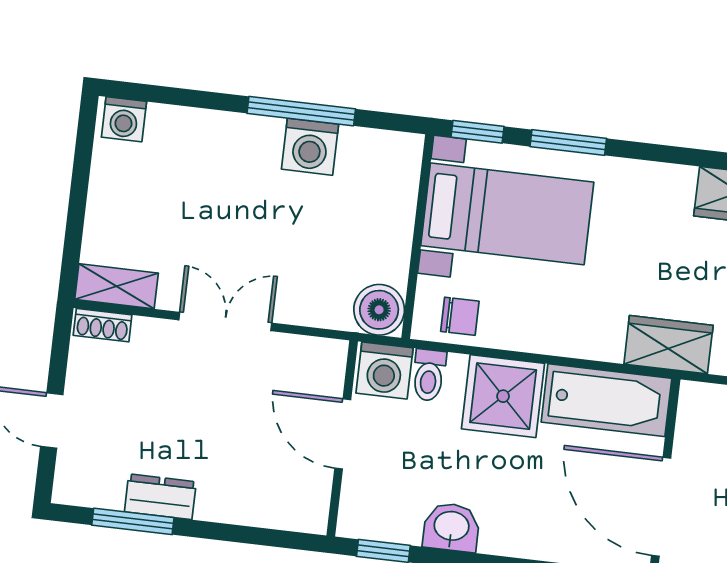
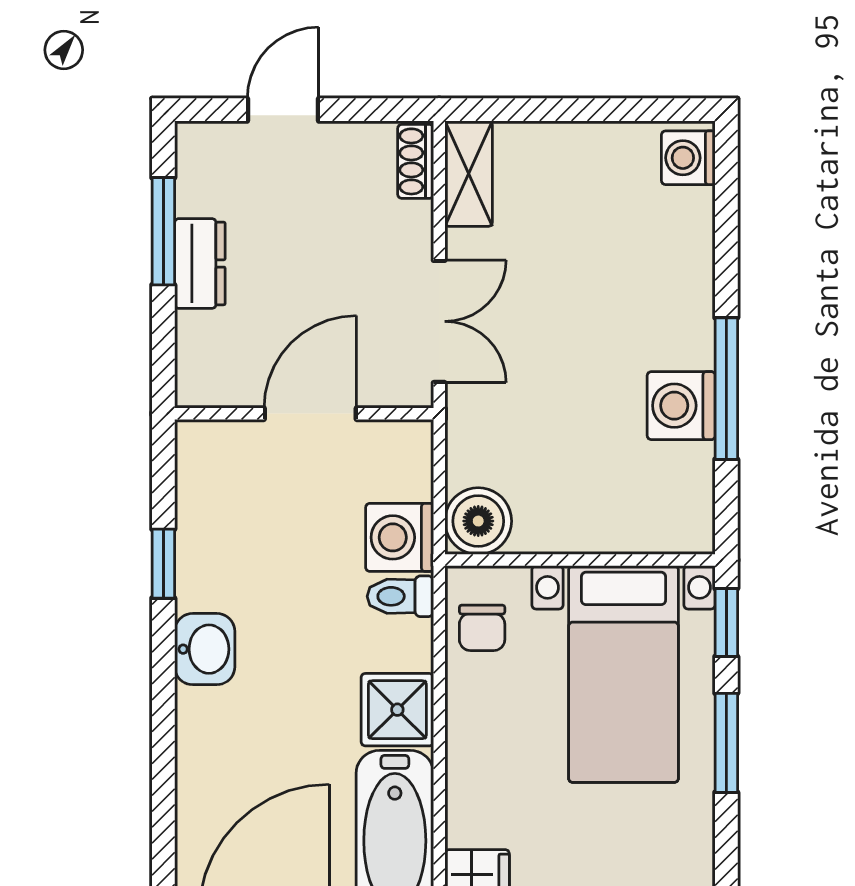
shower: (503, 396) -> (397, 710), width x0.73, depth x0.73
door: (343, 434) -> (310, 414), moved
wall: (342, 438) -> (304, 414), moved

